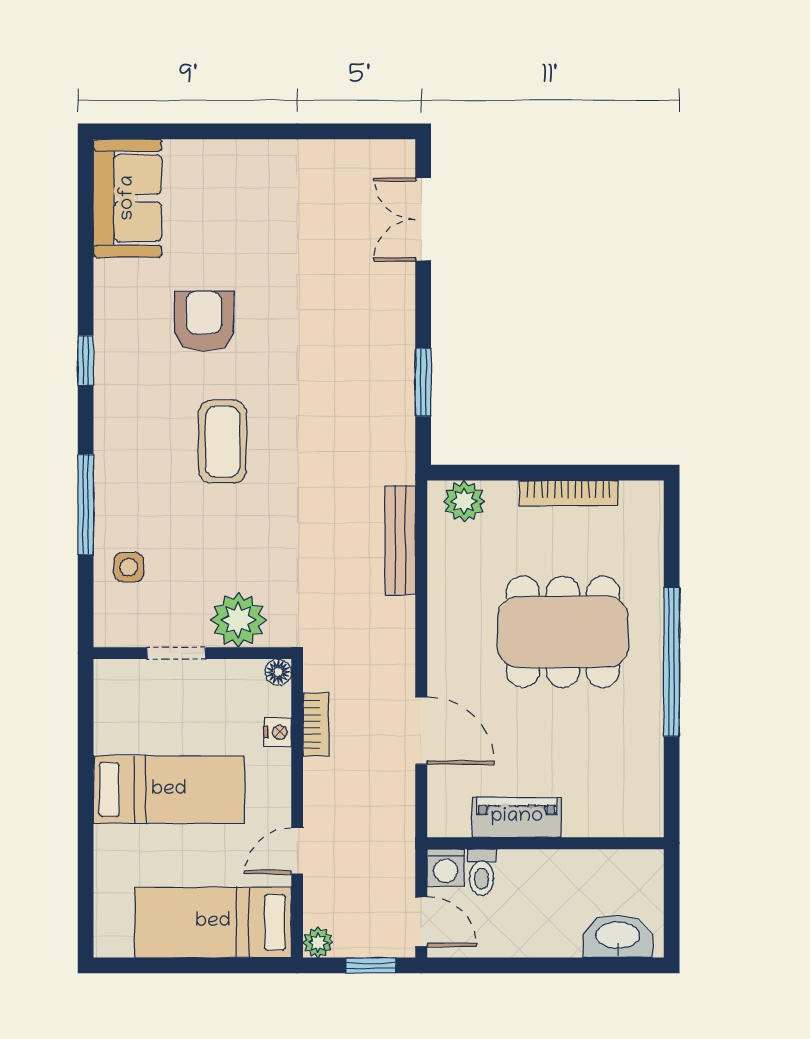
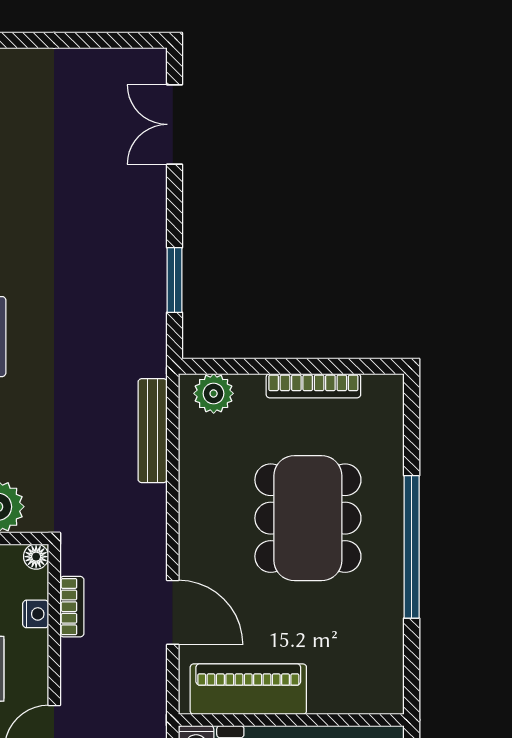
dining table: (563, 632) -> (308, 518), turned 90
piano: (517, 817) -> (248, 689), width x1.37, depth x1.33

